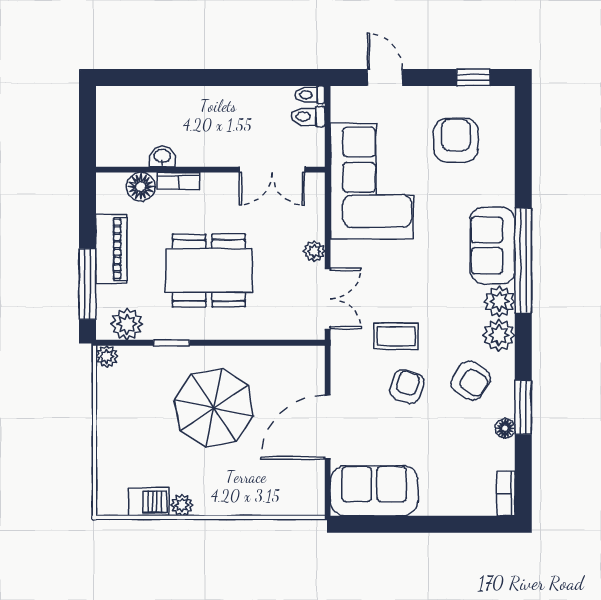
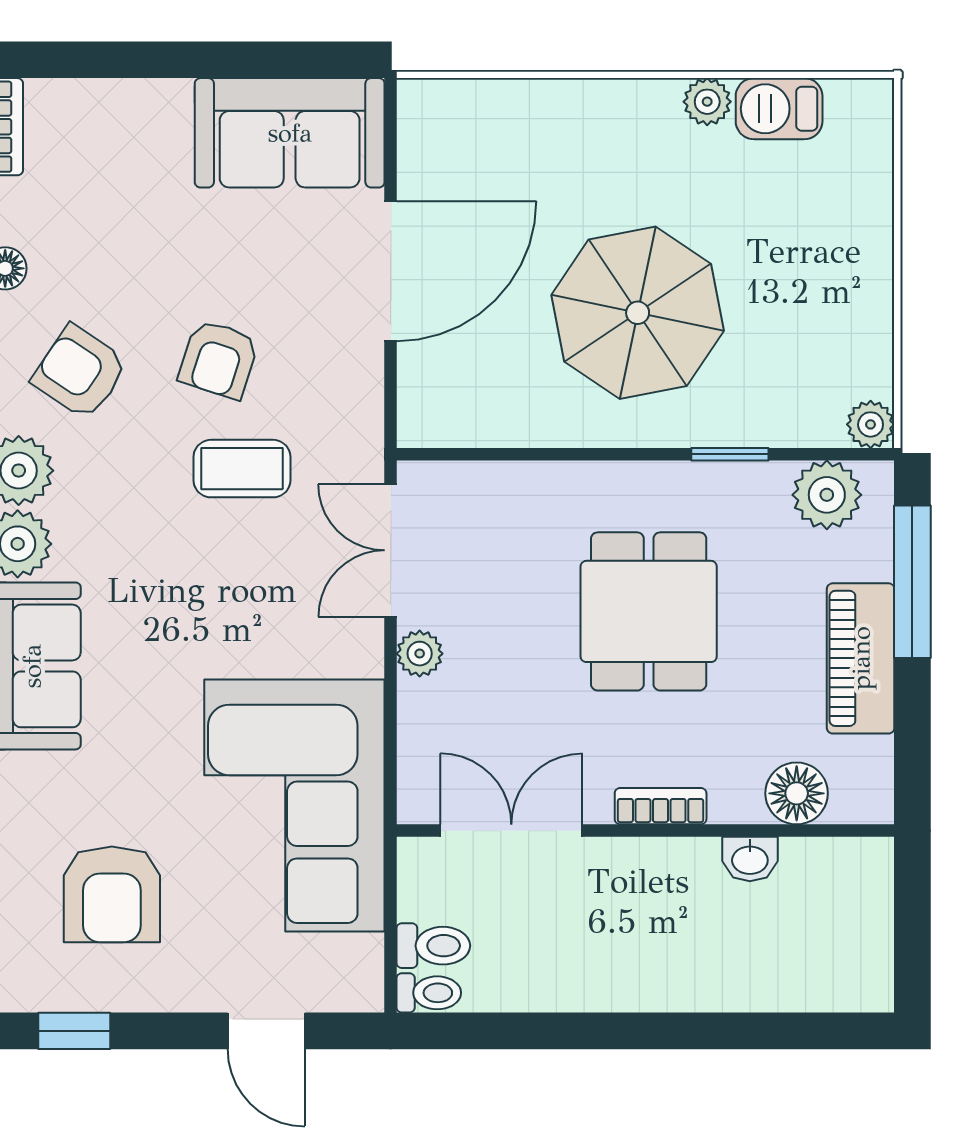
bookcase: (178, 181) -> (661, 806), moved
dining table: (209, 270) -> (649, 611), width x0.73

